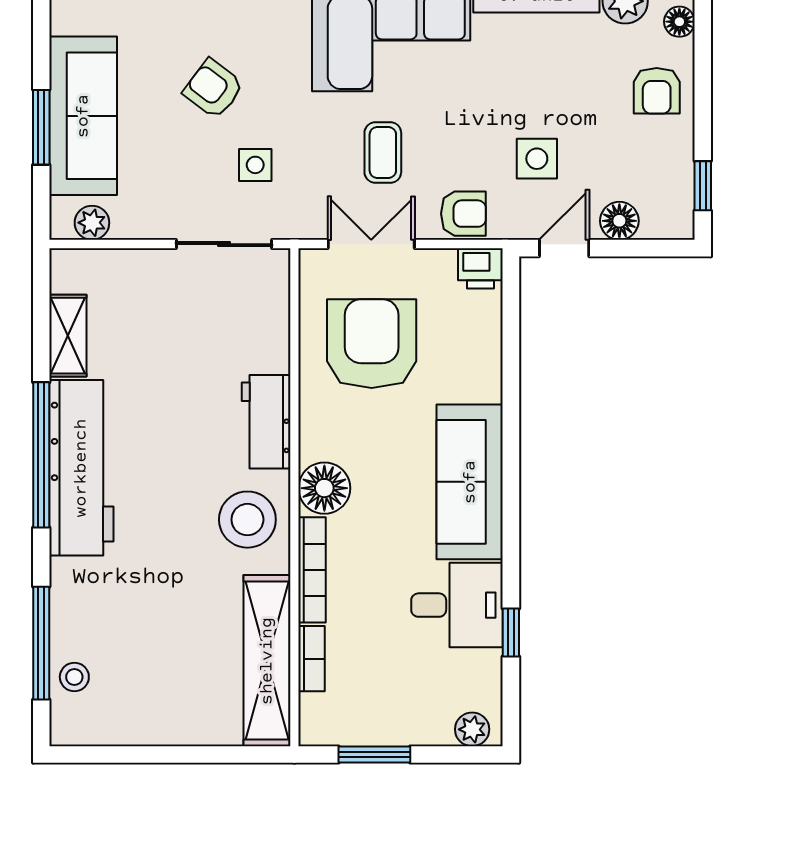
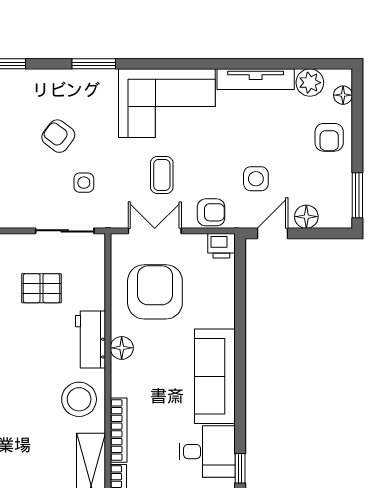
window: (703, 186) -> (357, 195), width x1.50
pallet: (186, 338) -> (42, 288), added
floor lamp: (324, 488) -> (122, 348), moved, width x0.73, depth x0.73

